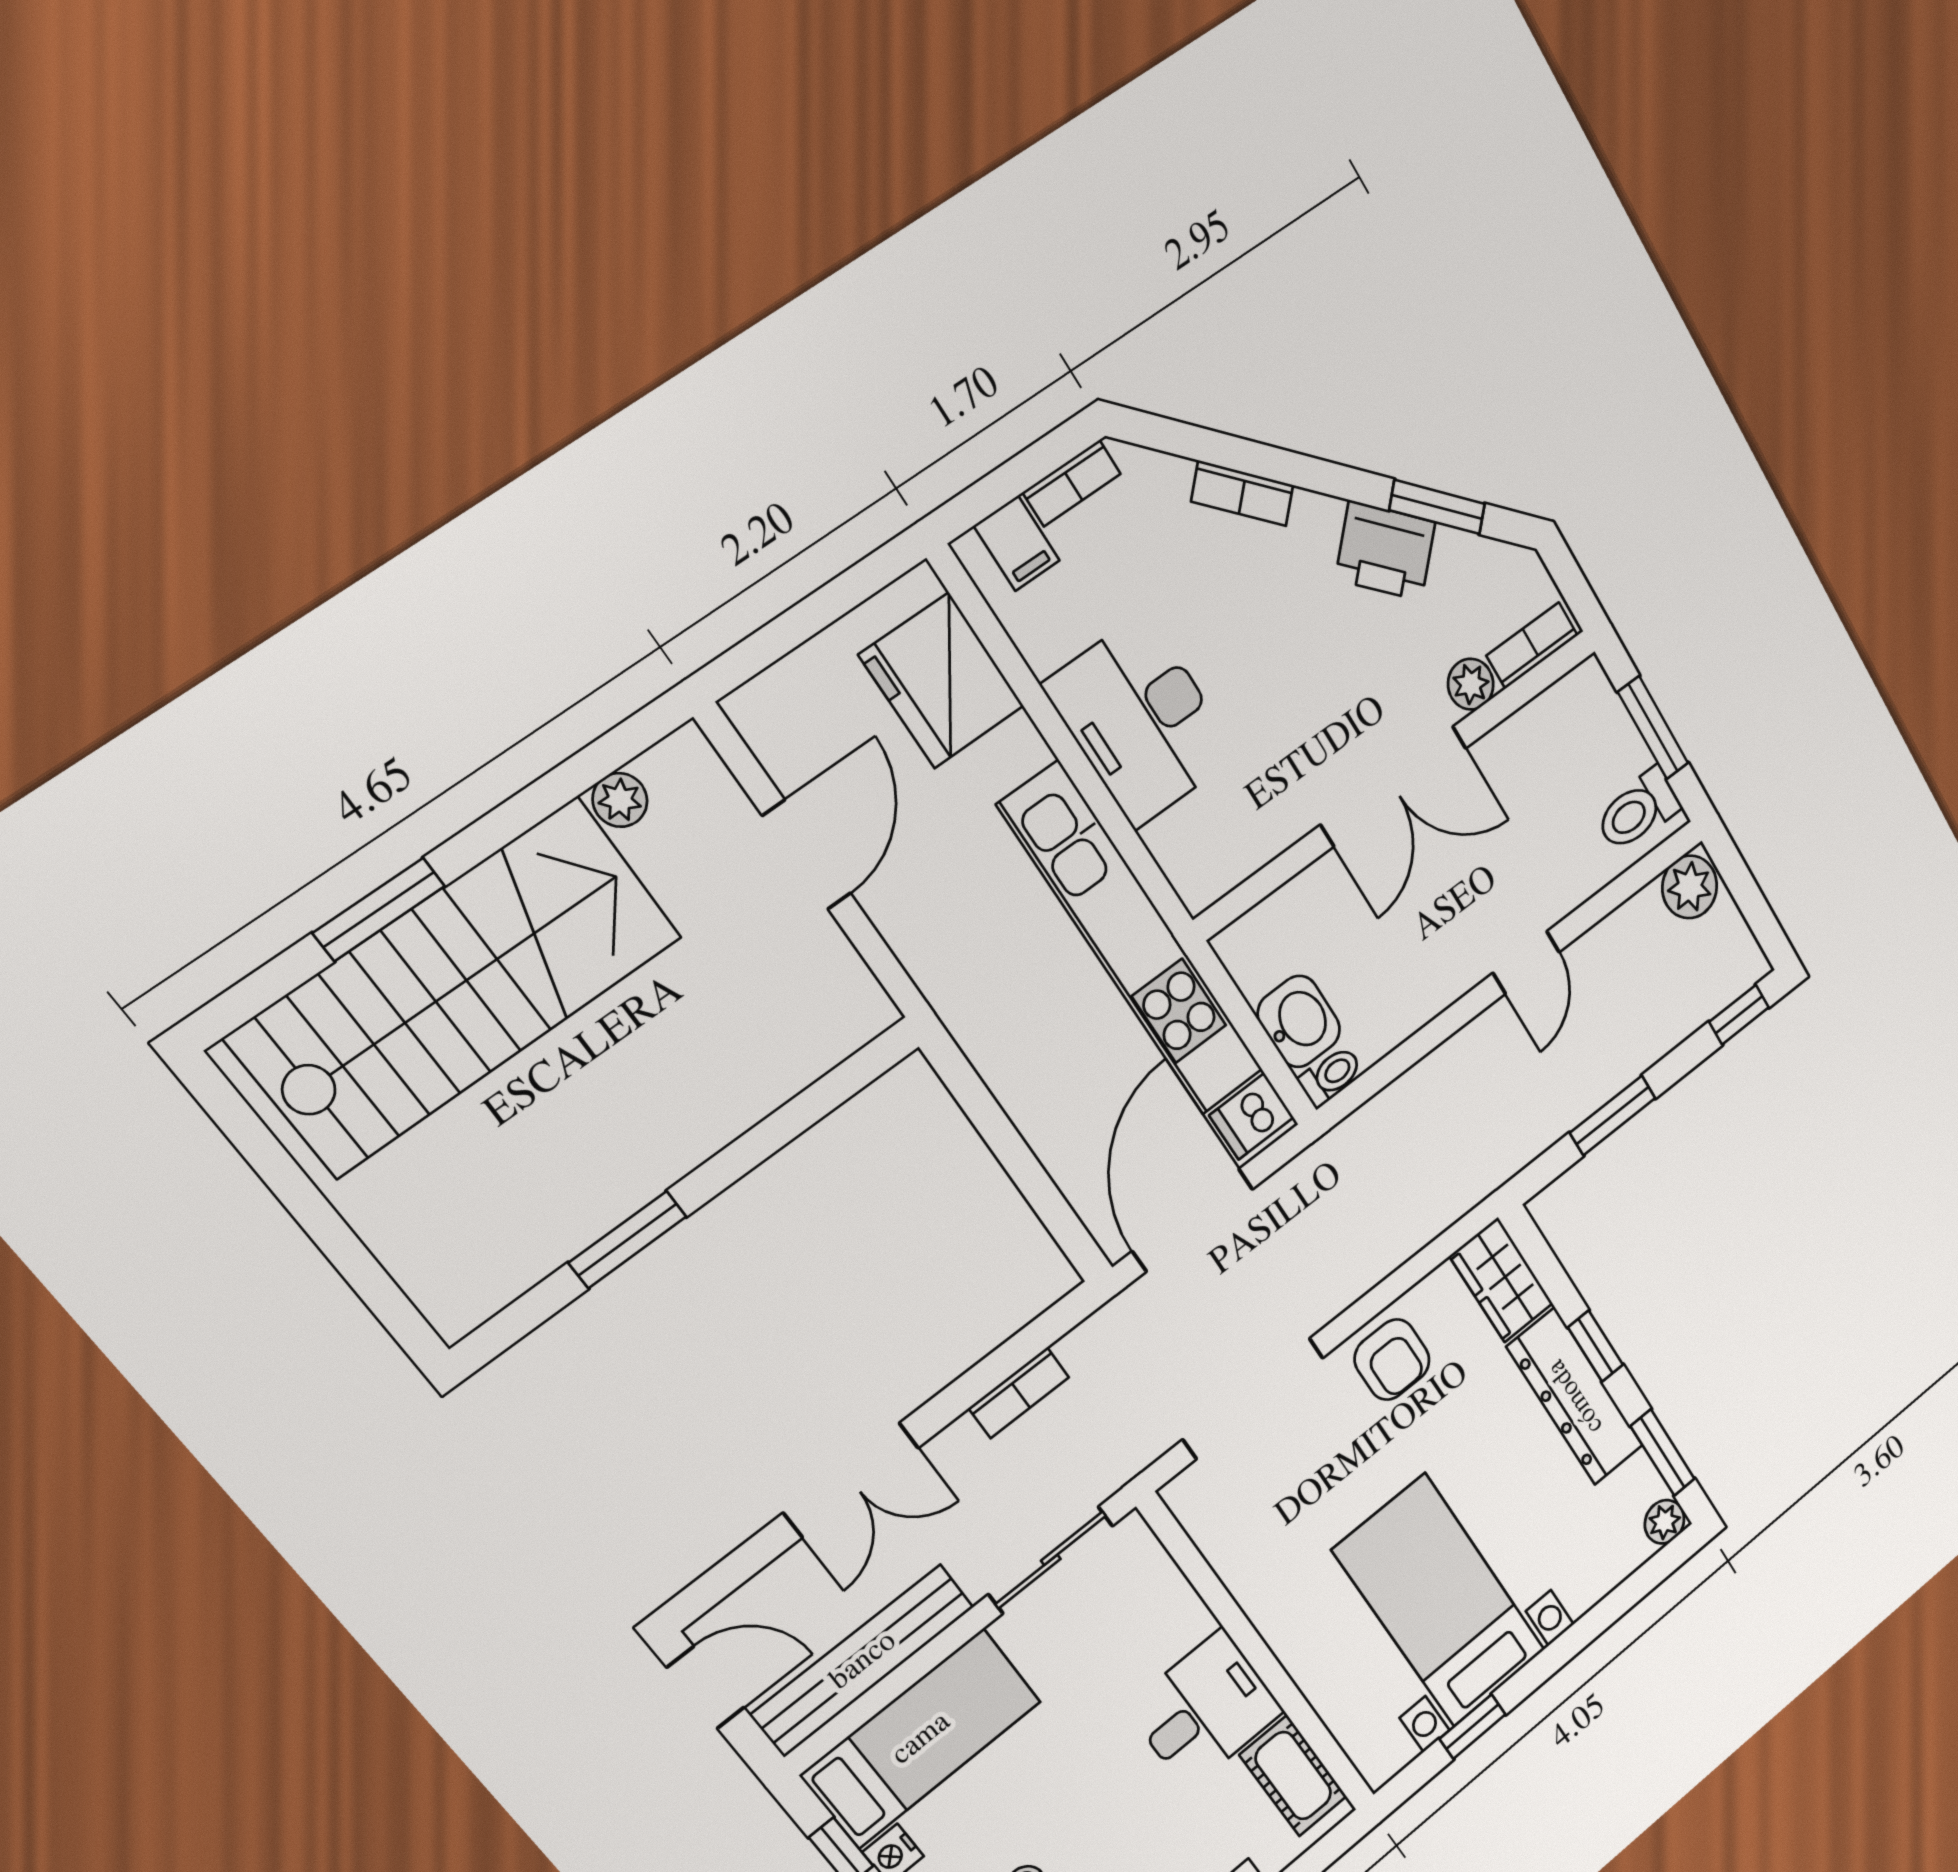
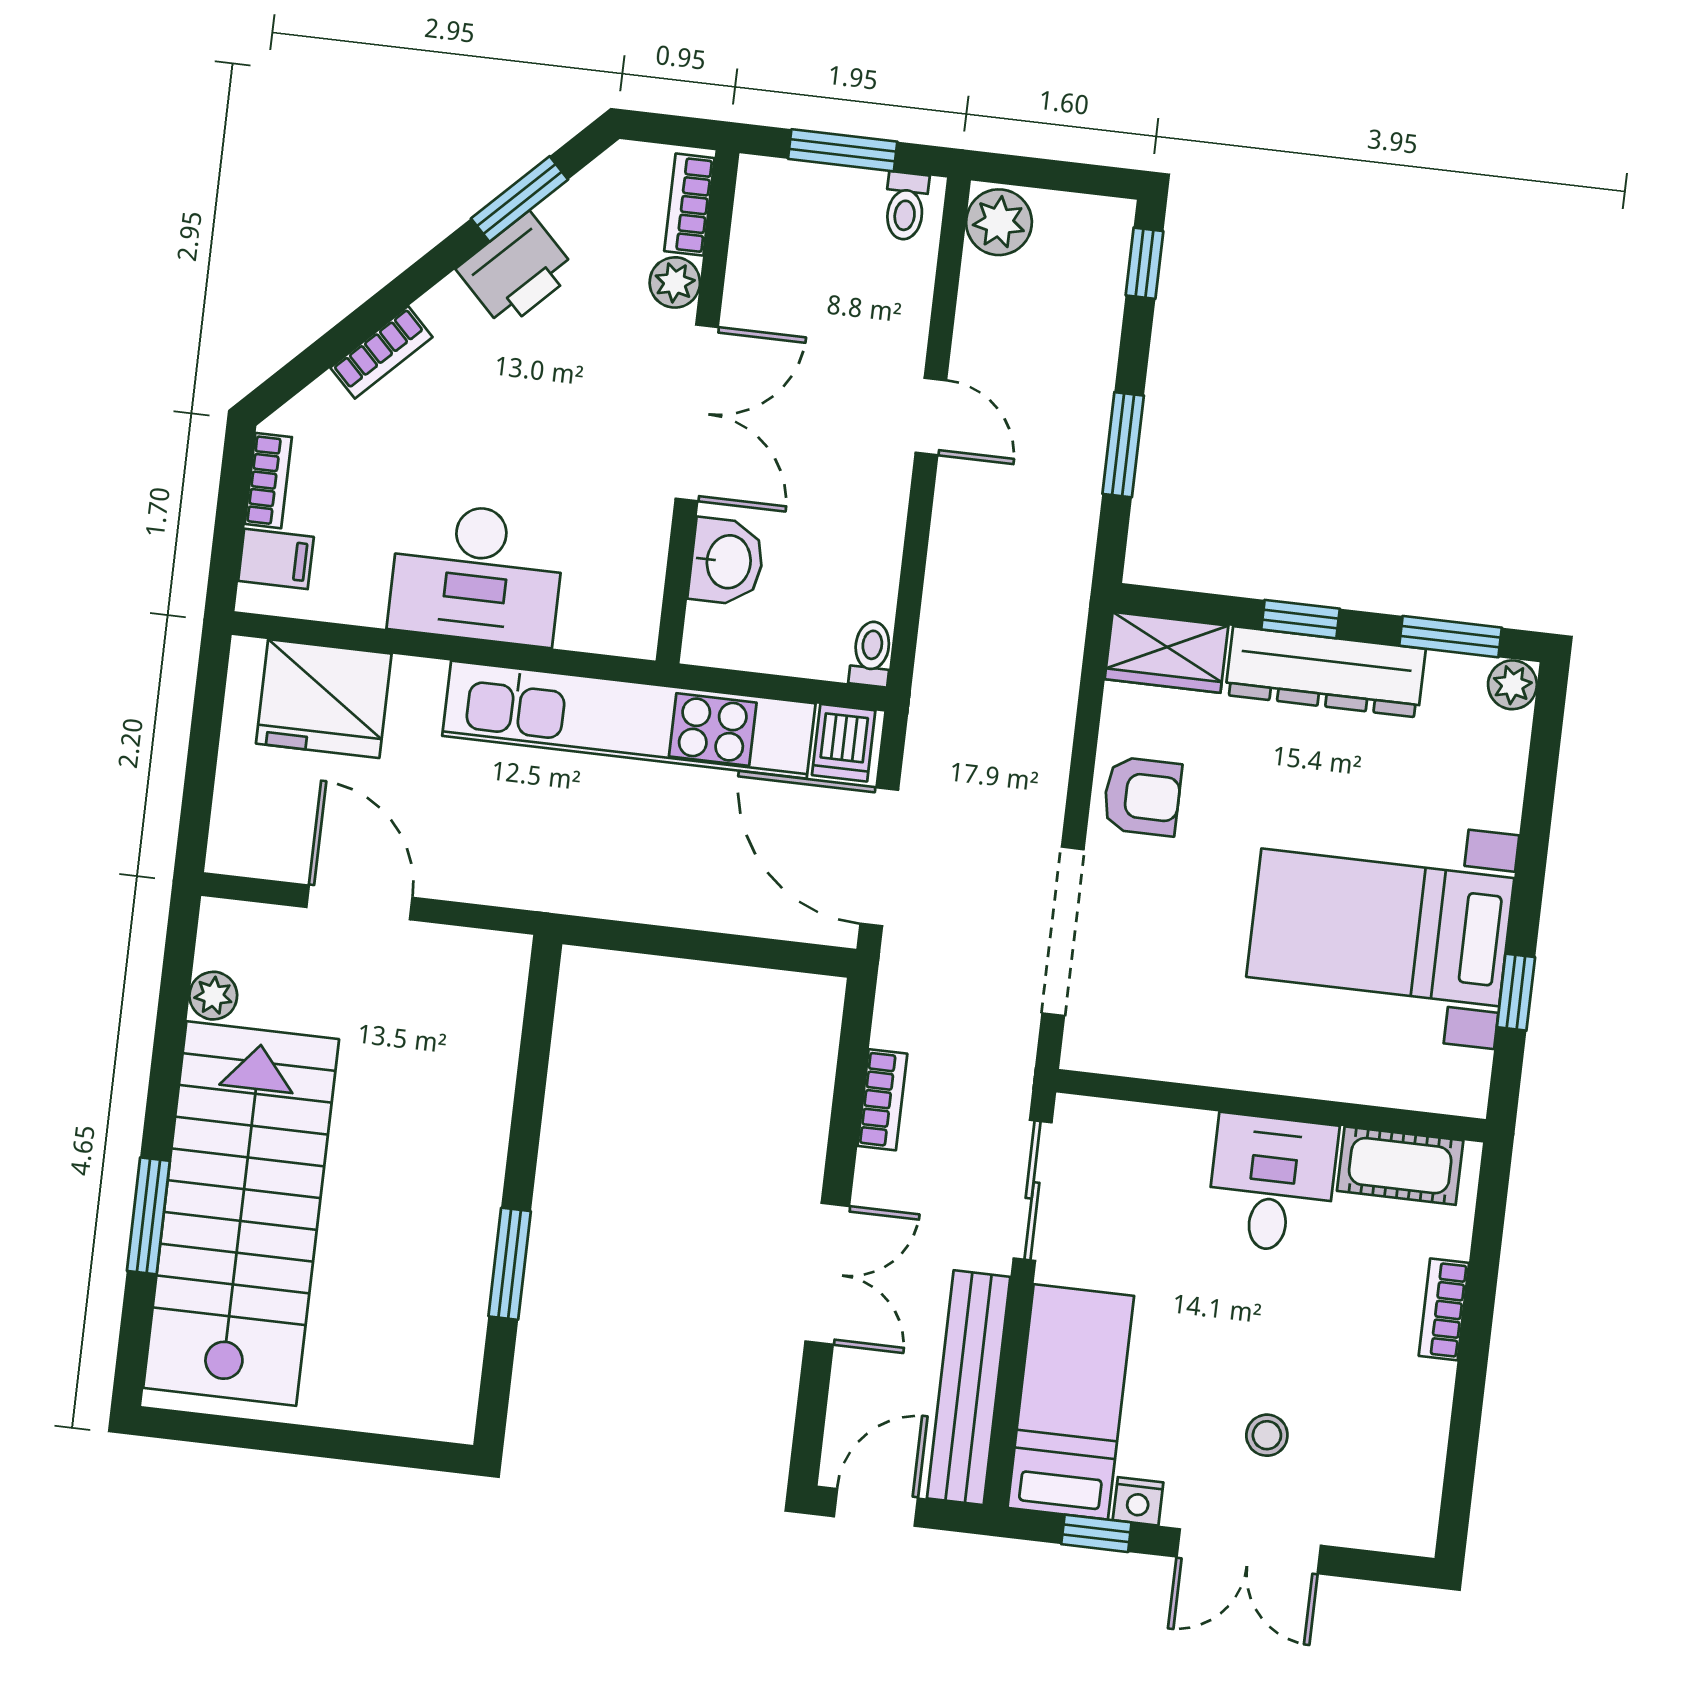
toilet: (1638, 810) -> (906, 206), width x0.73, depth x0.72
washbasin: (1299, 1021) -> (727, 562), moved, turned 90

